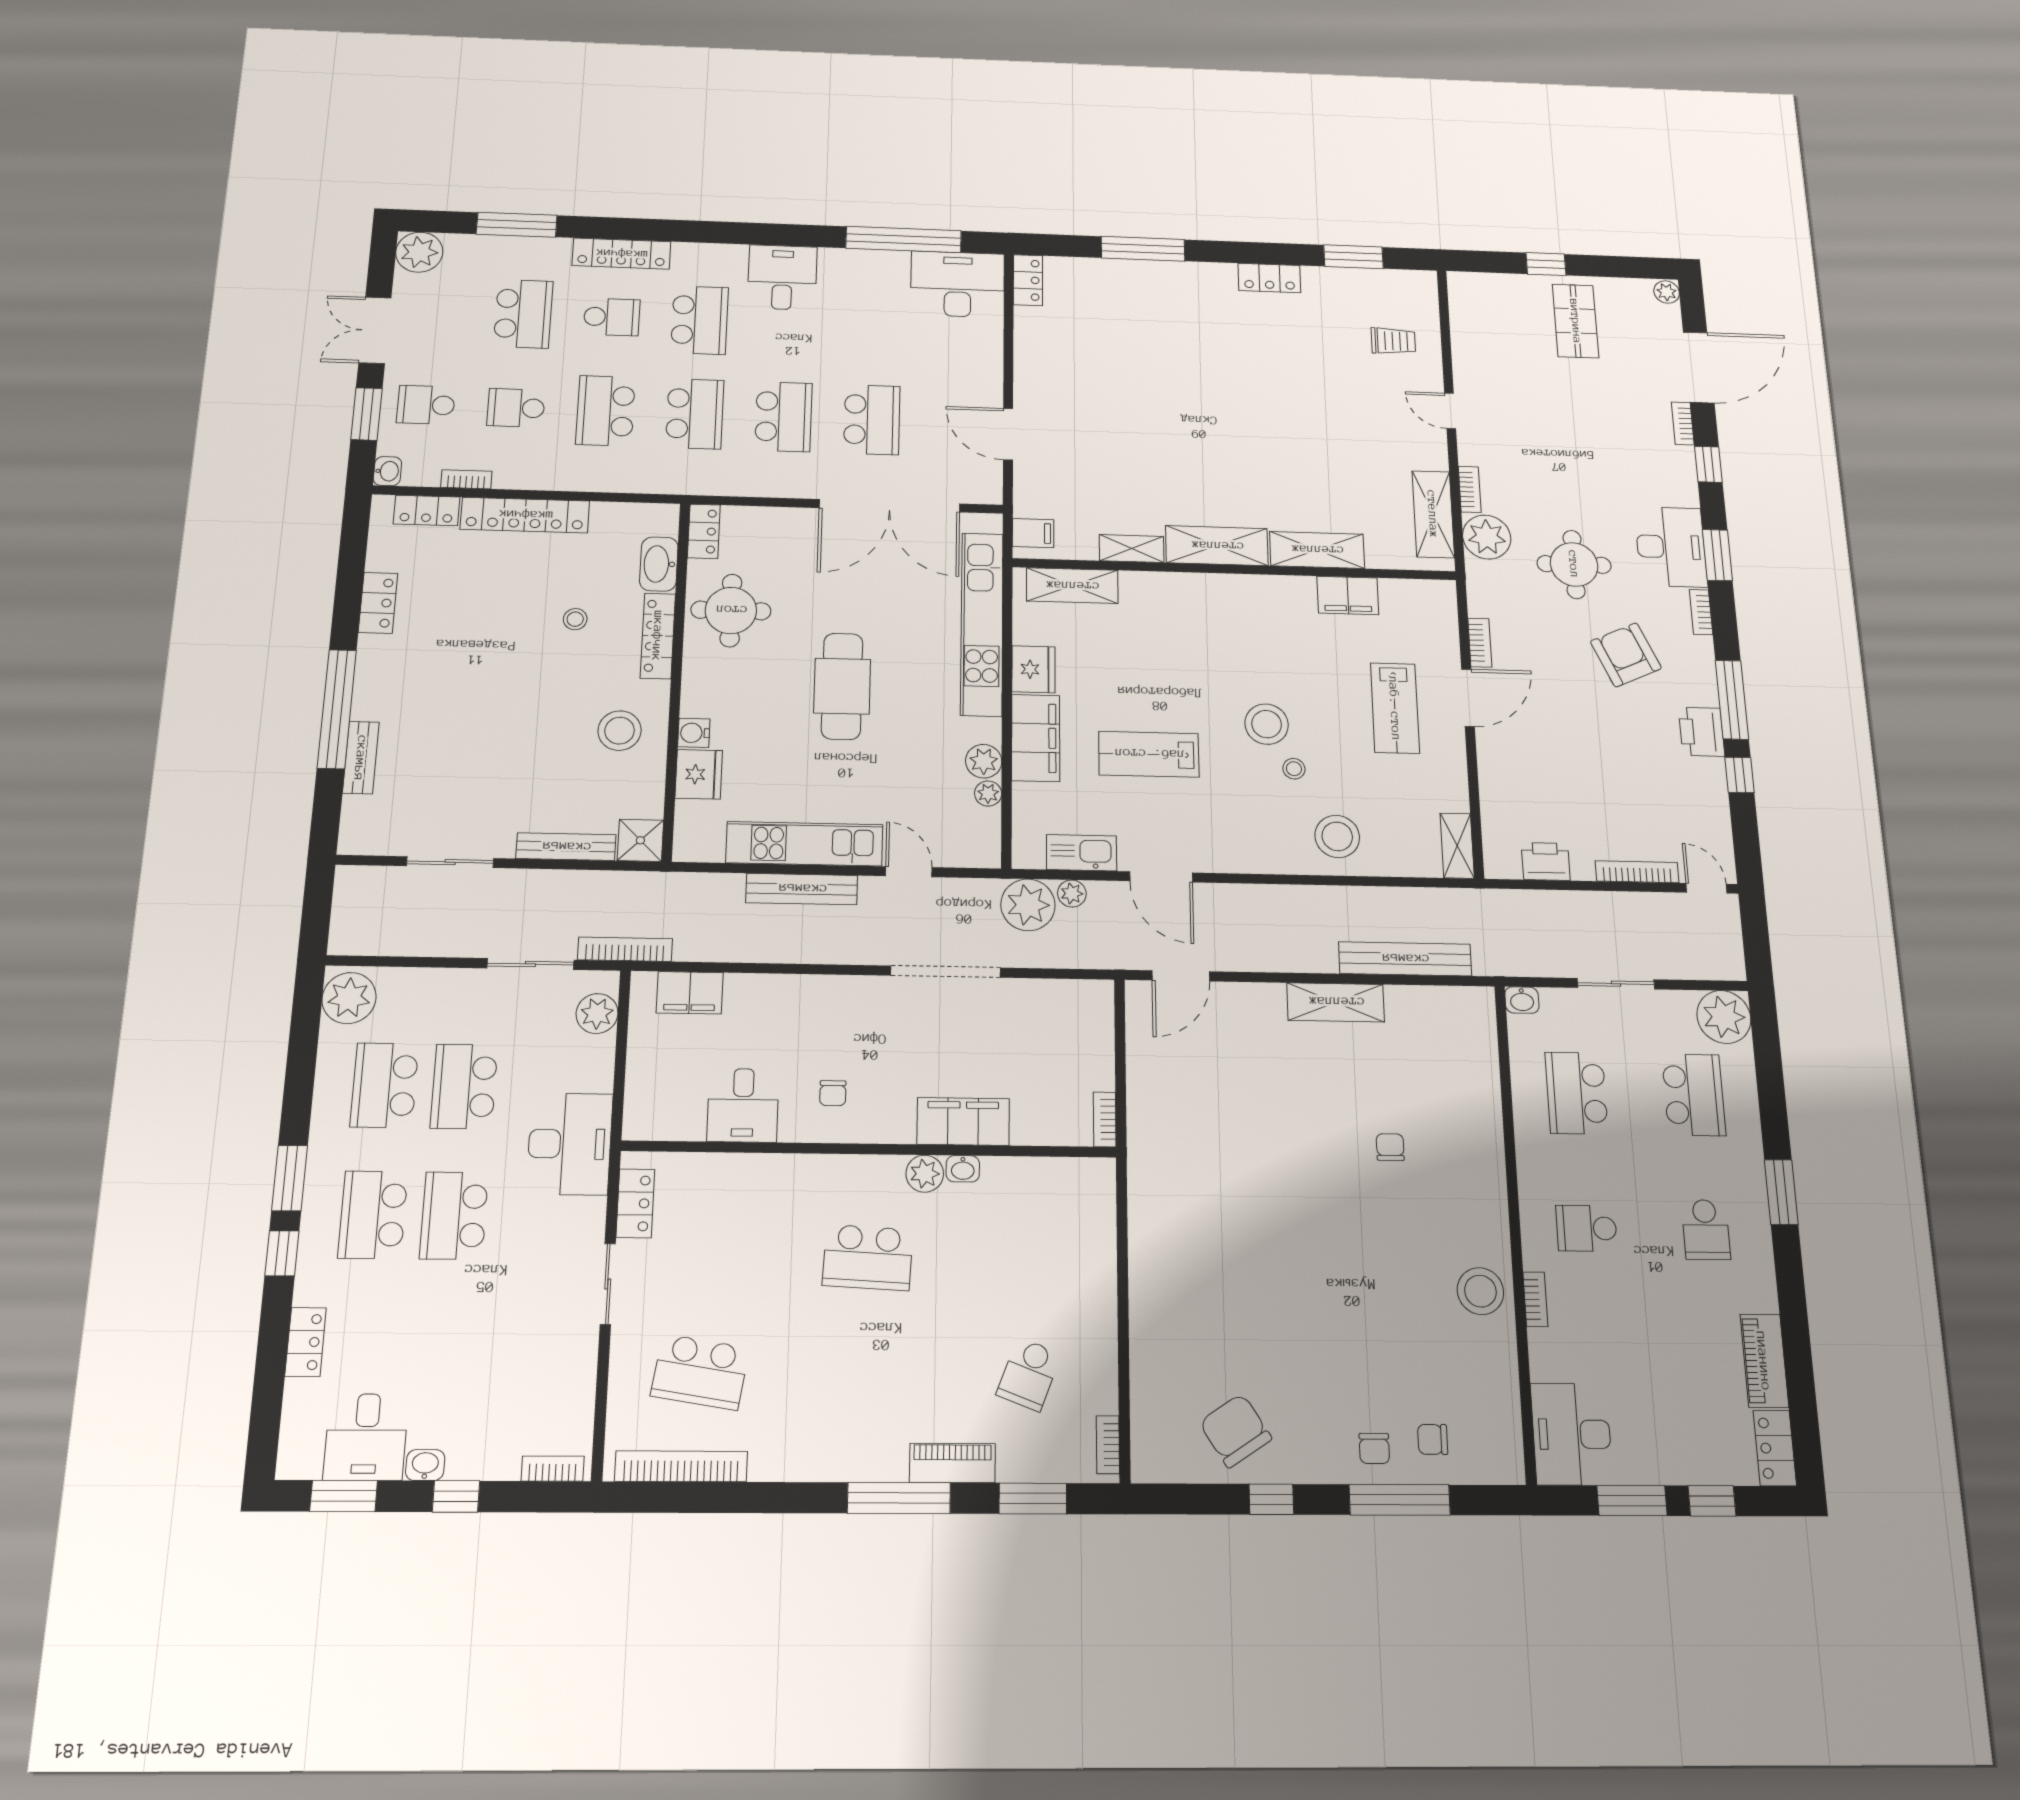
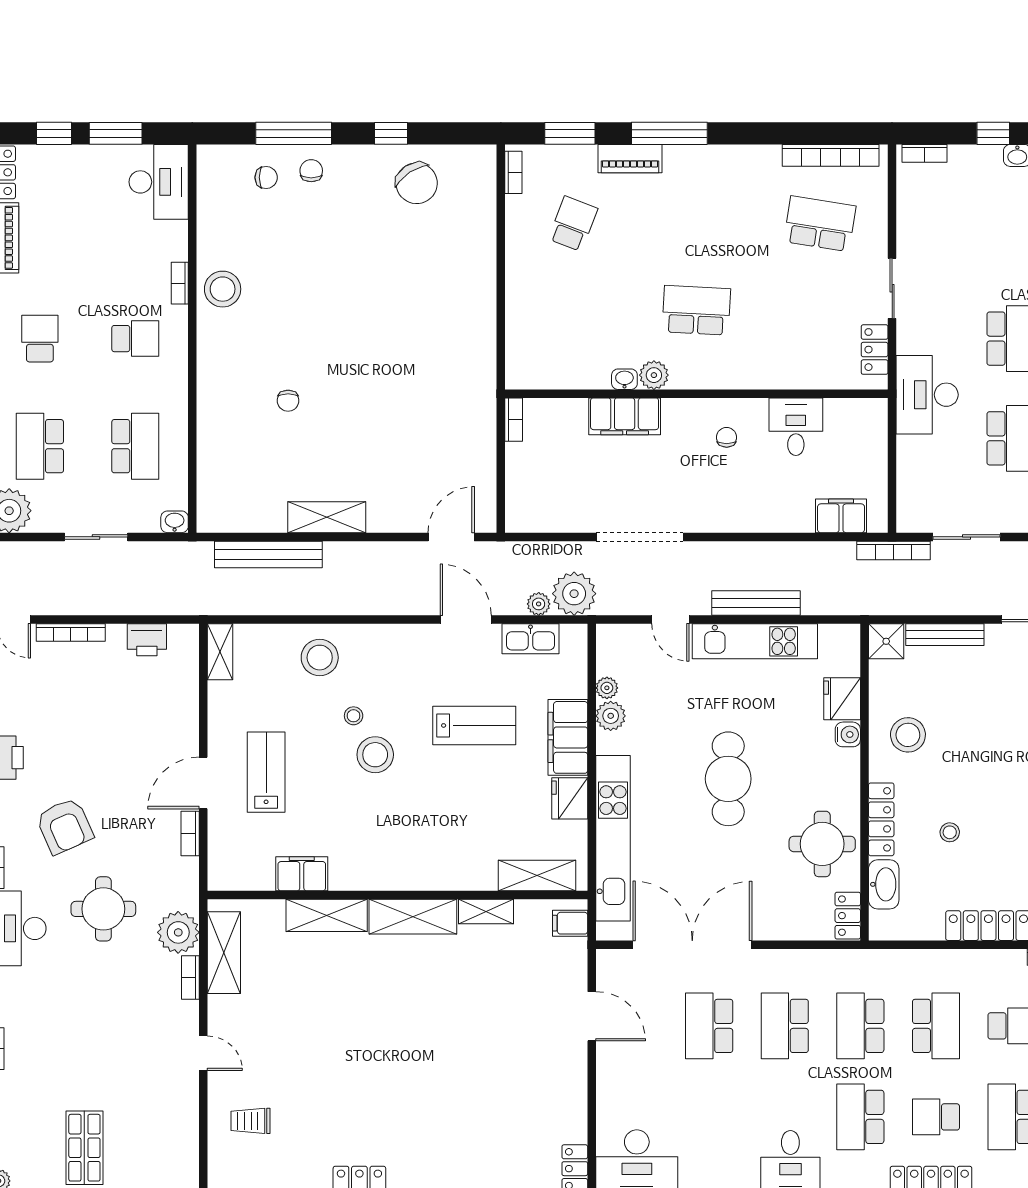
plant: (597, 1014) -> (912, 498), removed

